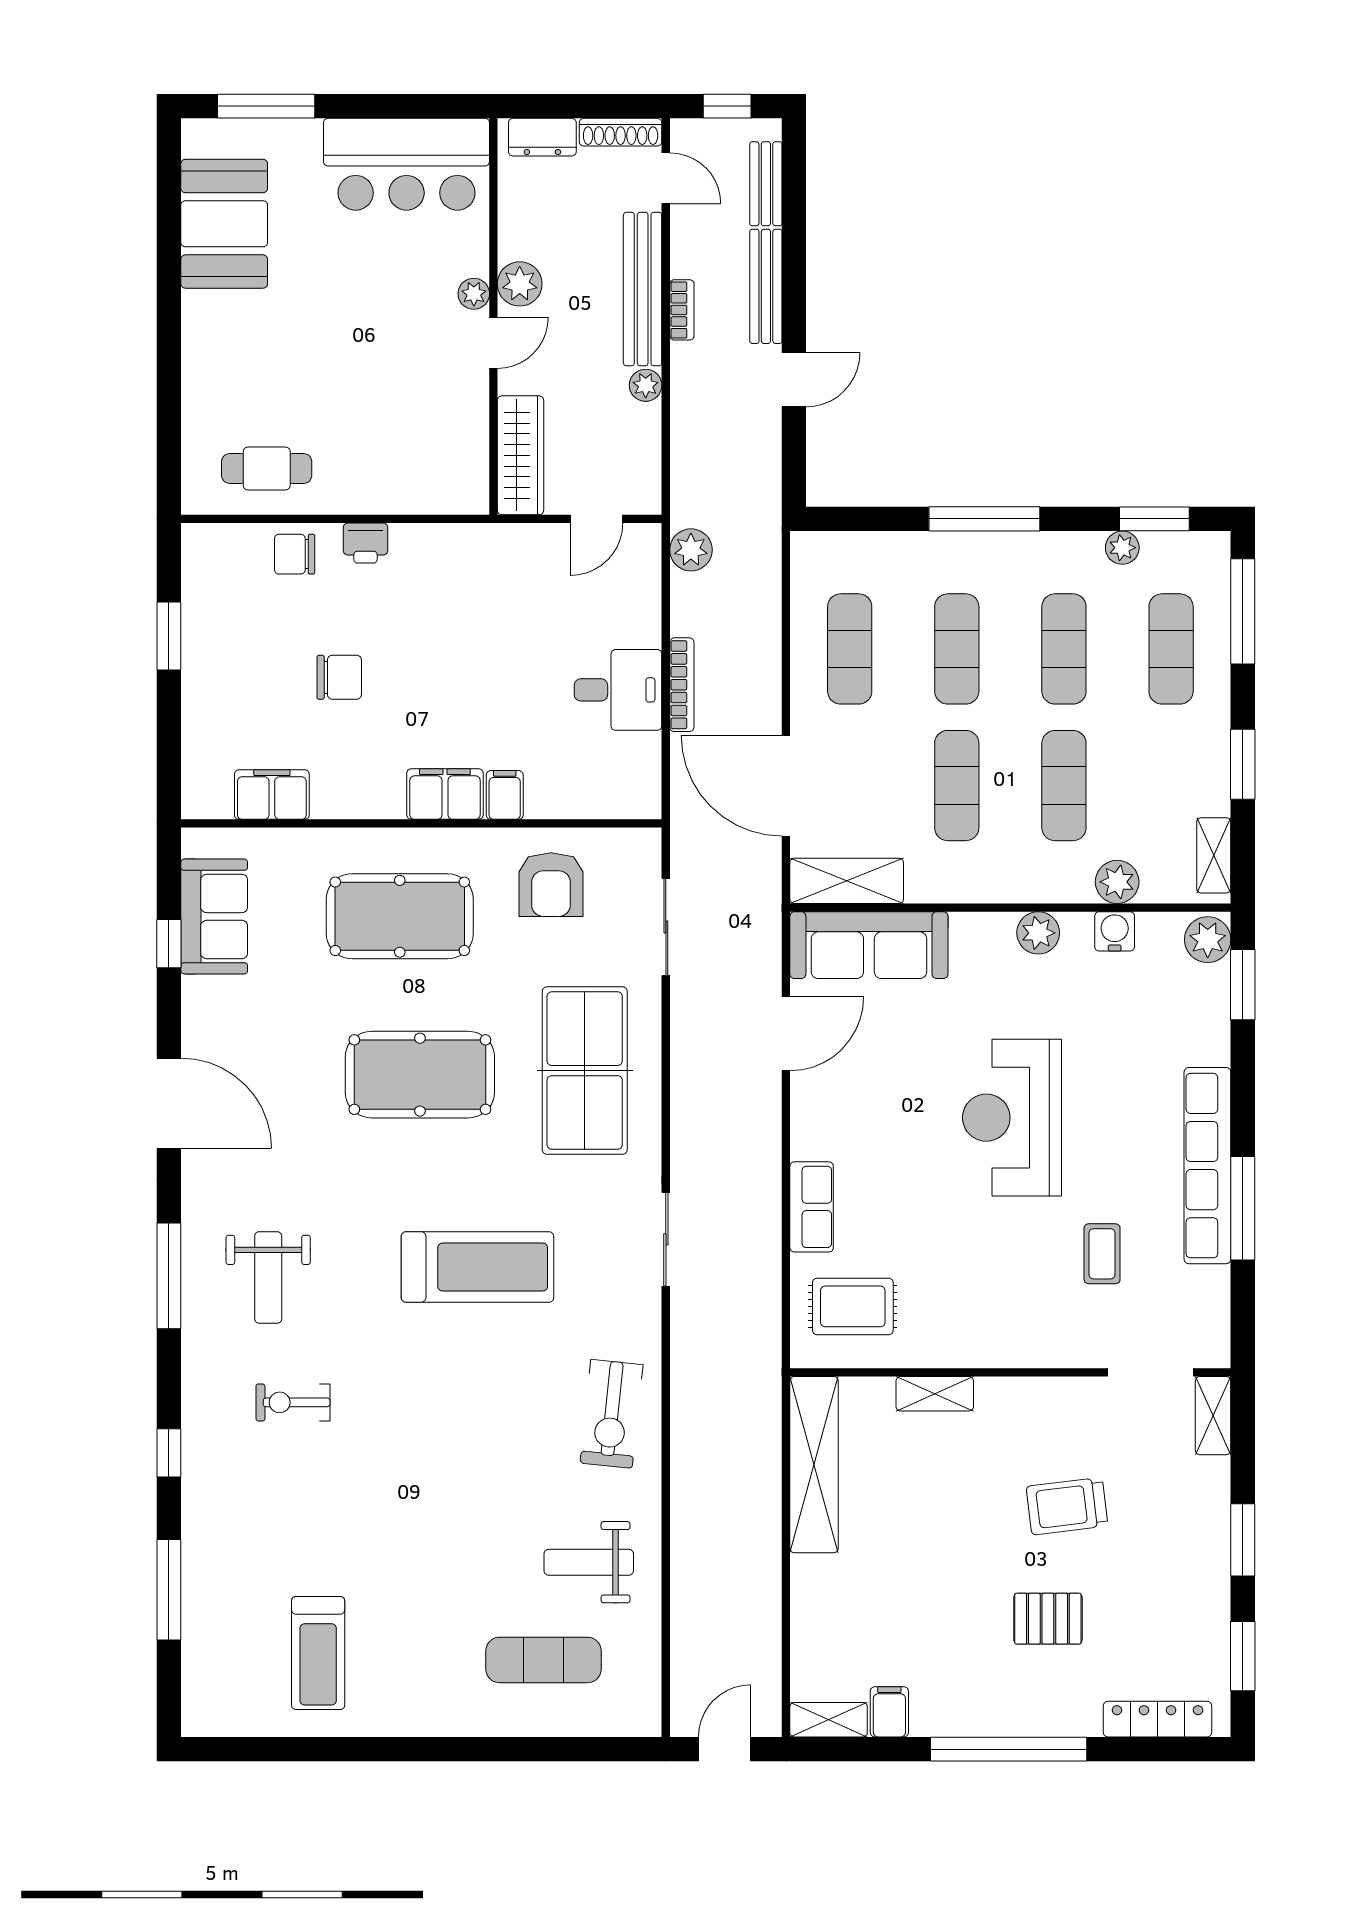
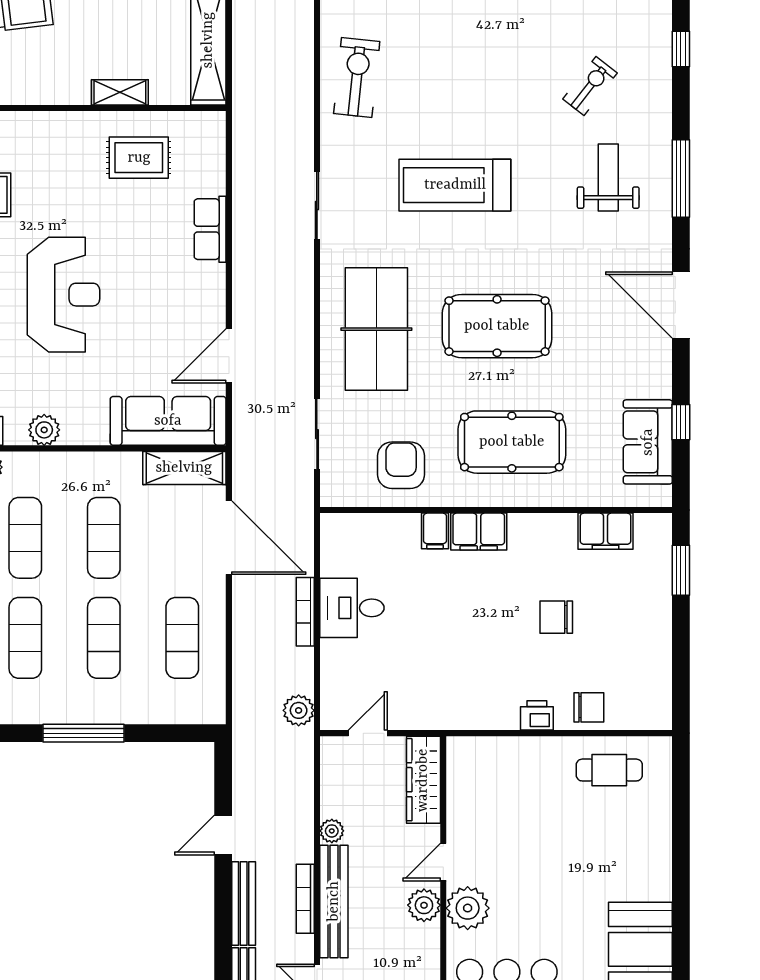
plant: (474, 294) -> (468, 908), width x1.88, depth x1.88
bookcase: (682, 310) -> (305, 899), width x1.56
window: (169, 636) -> (681, 570), moved
rug: (853, 1306) -> (139, 158), moved
exercise bike: (293, 1402) -> (590, 86), turned -52

